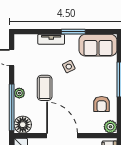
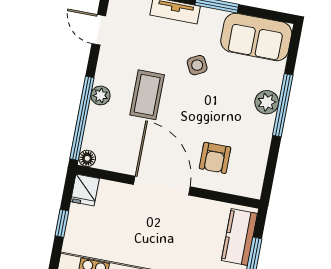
armchair: (102, 104) -> (215, 158), moved
floor lamp: (23, 125) -> (87, 158), width x0.53, depth x0.53
plant: (110, 127) -> (267, 102), moved

